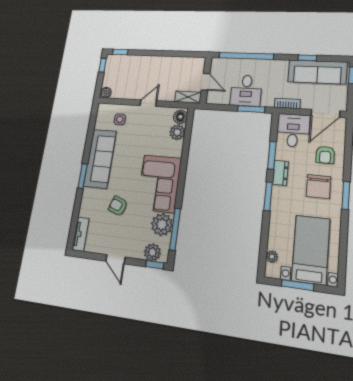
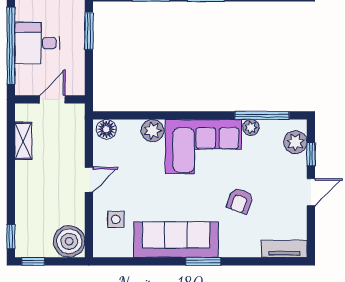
desk: (246, 91) -> (37, 43), moved, turned 180
boiler: (106, 93) -> (69, 241), width x1.86, depth x1.86
shelving: (188, 97) -> (23, 141), moved
door: (148, 103) -> (89, 180), swing flipped
plant: (177, 132) -> (153, 131), moved
plant: (162, 224) -> (251, 127), width x0.53, depth x0.53
window: (155, 265) -> (311, 154), moved

